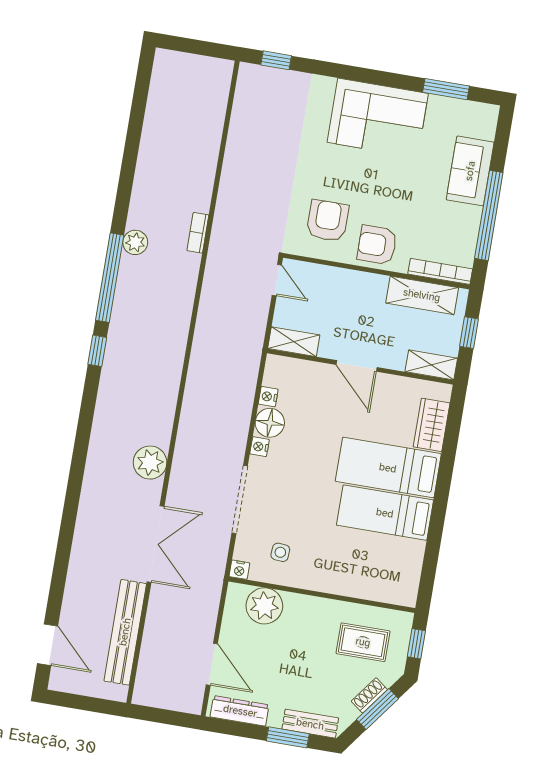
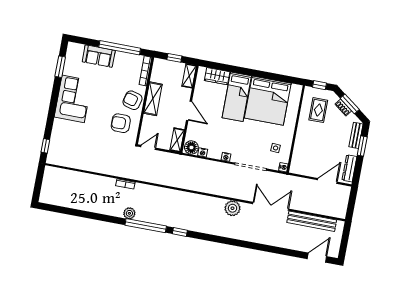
armchair: (377, 245) -> (133, 100), turned 105
shelving: (422, 295) -> (153, 99), moved
door: (357, 366) -> (189, 111), hinge flipped
floor lamp: (270, 423) -> (191, 147), moved
bed: (385, 513) -> (268, 101), width x2.04
plant: (264, 606) -> (300, 156), removed

